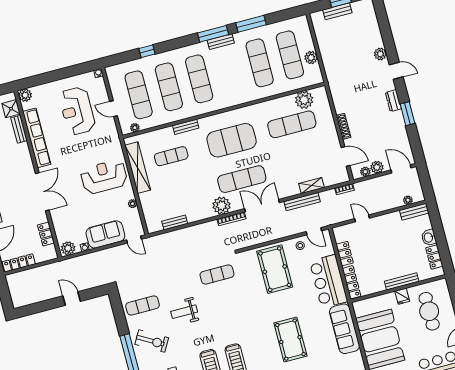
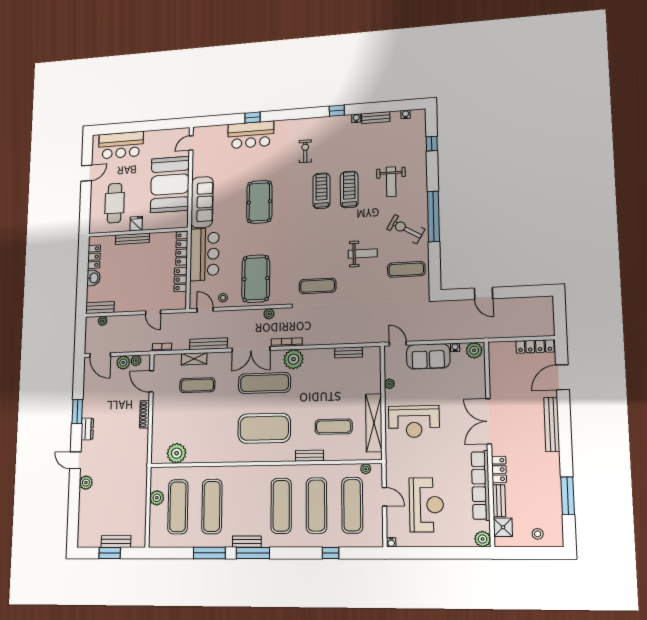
exercise mat: (292, 124) -> (197, 385), moved, width x0.73, depth x0.69
locker: (46, 234) -> (499, 470), moved
plant: (254, 240) -> (269, 314), added

